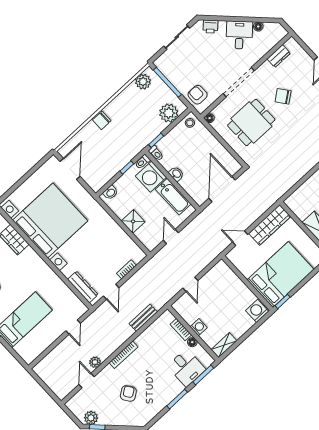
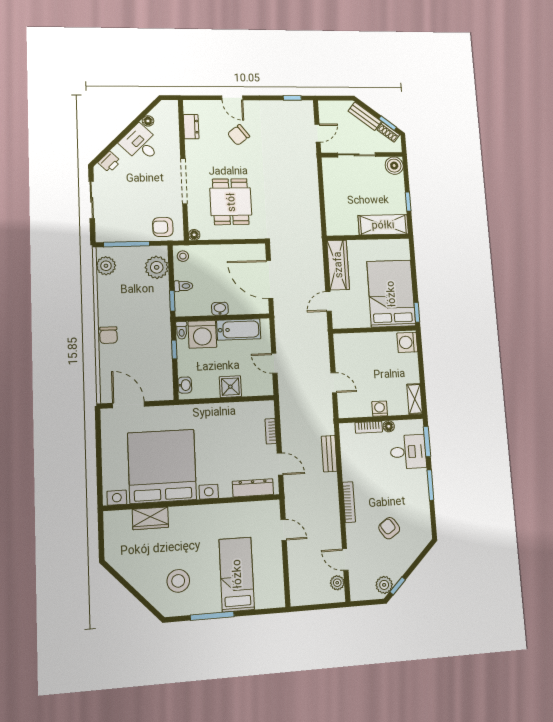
chair: (283, 96) -> (239, 135), moved
toilet: (156, 153) -> (183, 286), moved
plant: (95, 362) -> (337, 583), moved

